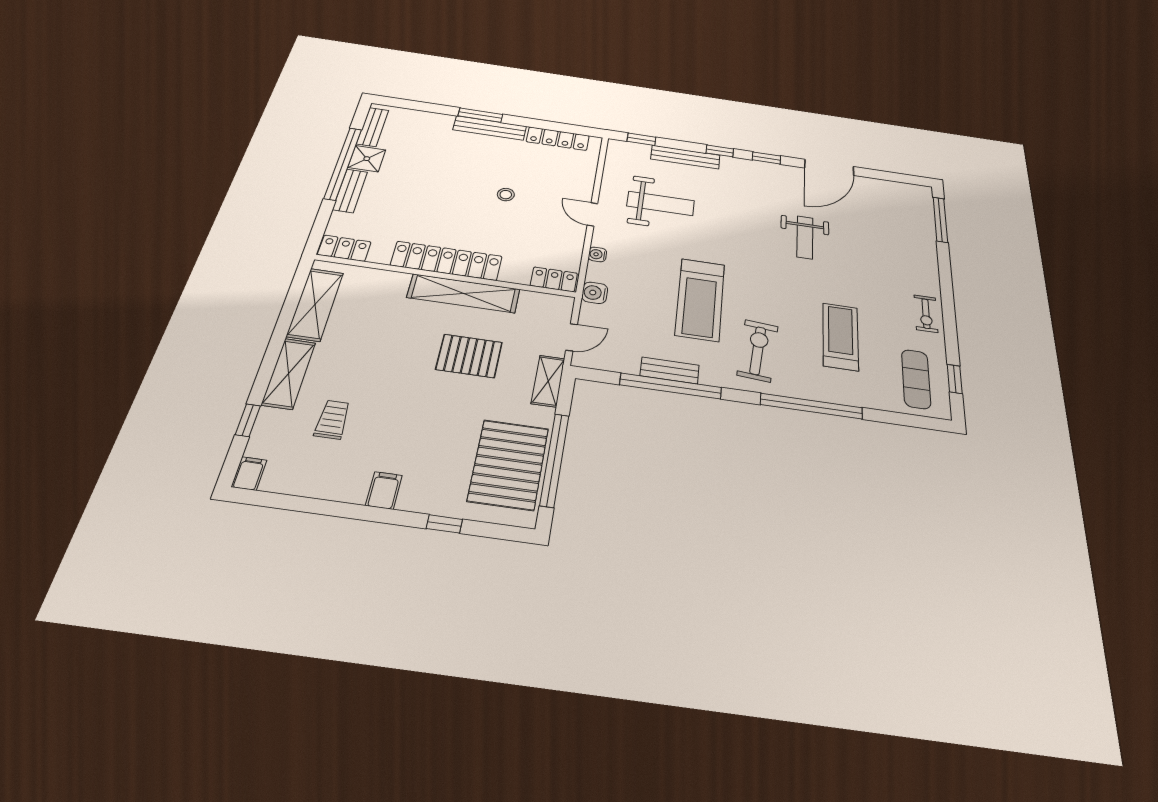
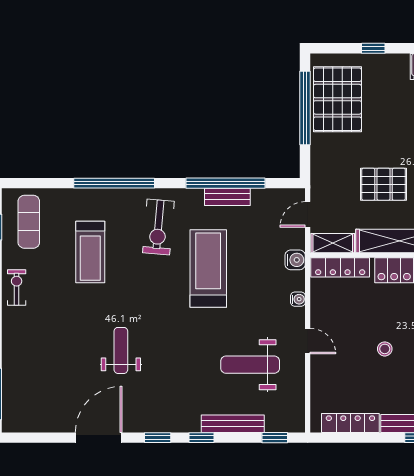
locker: (554, 279) -> (340, 267), width x1.53
shelving: (548, 381) -> (333, 243), moved, turned 90

